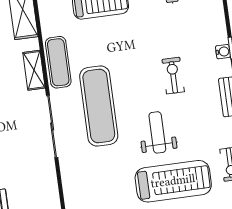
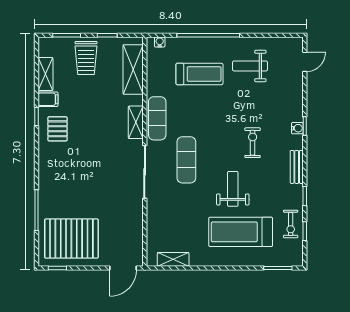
exercise mat: (99, 106) -> (186, 160), width x0.73, depth x0.69
treadmill: (173, 181) -> (241, 232), turned 180

